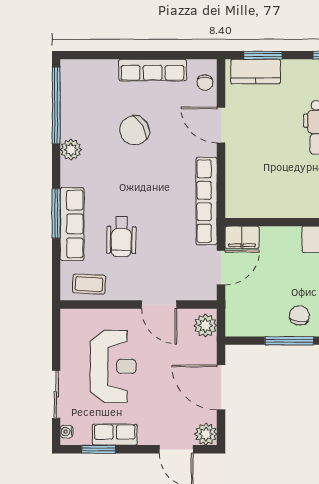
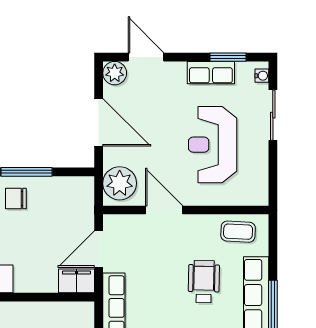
chair: (299, 315) -> (16, 198), turned 82
plant: (205, 326) -> (120, 183), width x1.36, depth x1.36

